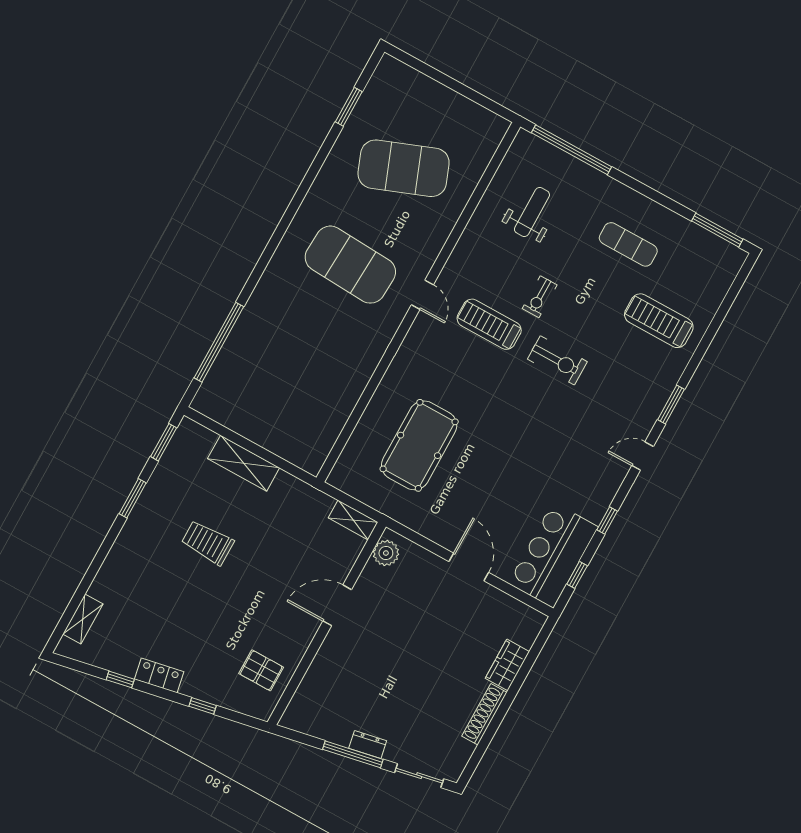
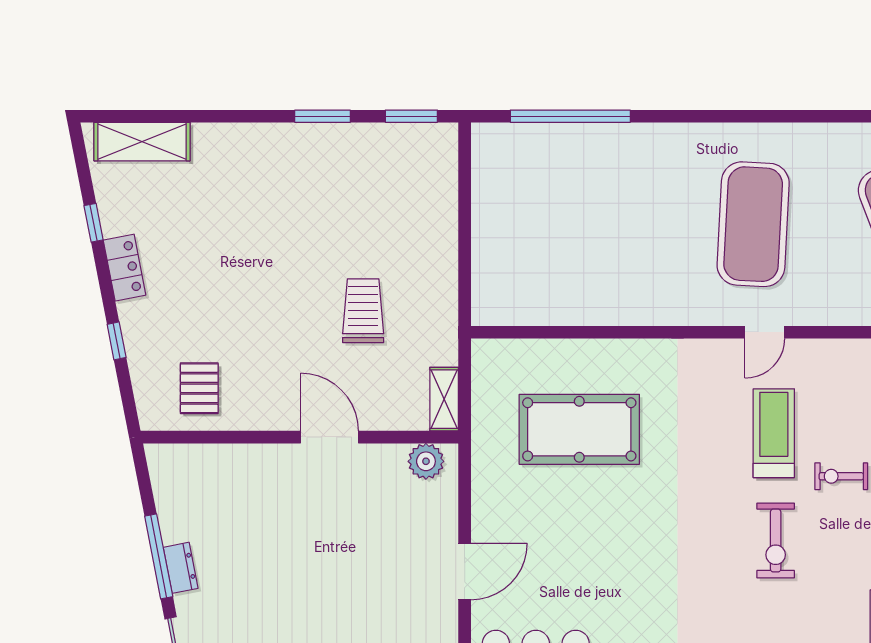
shelving: (244, 463) -> (440, 228), removed
trolley: (208, 543) -> (363, 311), moved
shelving: (83, 619) -> (142, 142), width x1.50, depth x1.33

